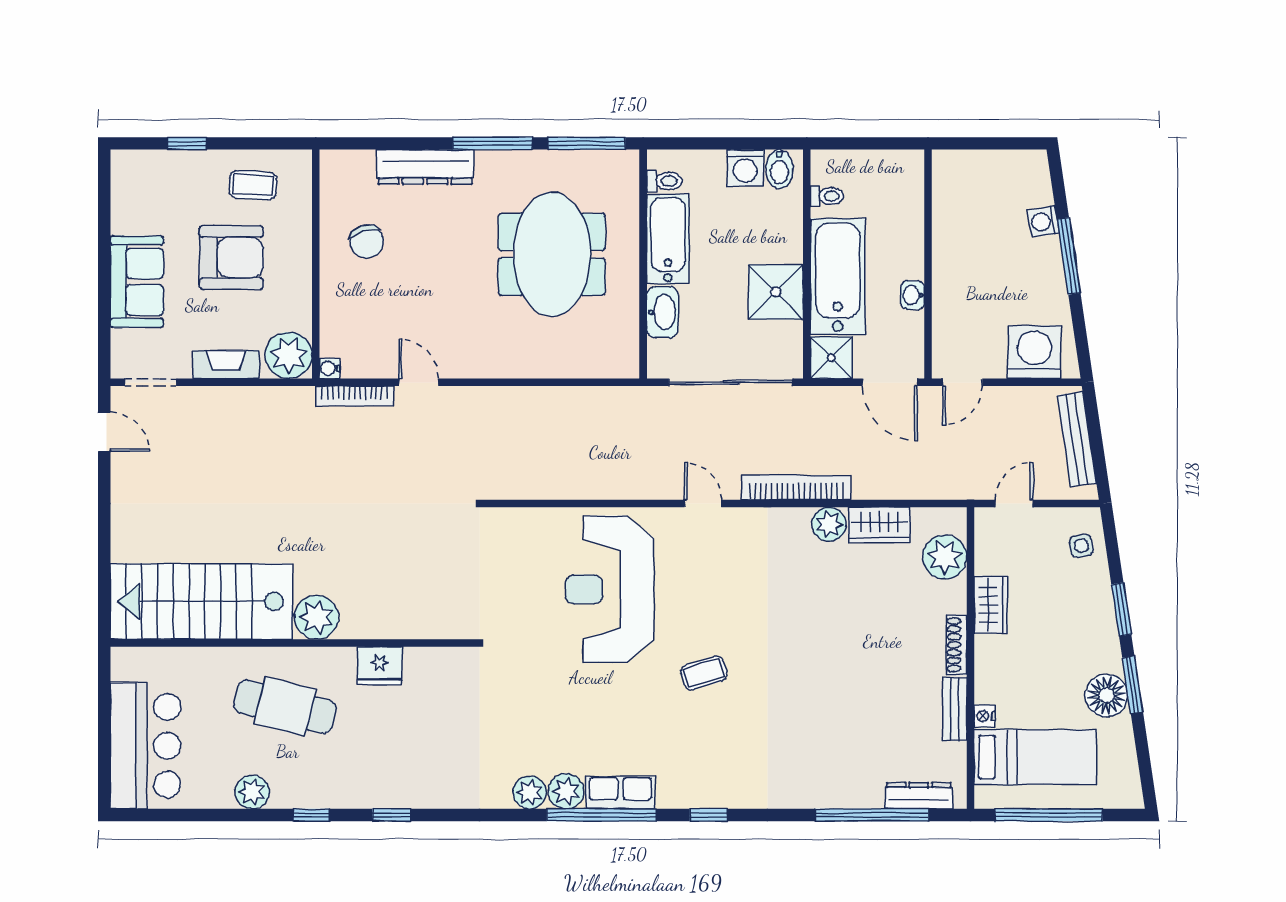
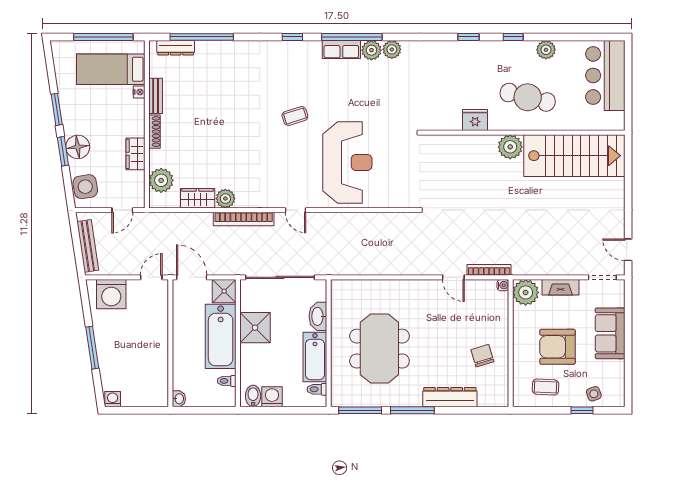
side table: (166, 173) -> (594, 394), added
washing machine: (1043, 222) -> (113, 399), moved, turned -82
washbasin: (913, 295) -> (179, 399), moved
side table: (1081, 546) -> (85, 187), width x1.87, depth x1.87
floor lamp: (1107, 696) -> (78, 147), moved

